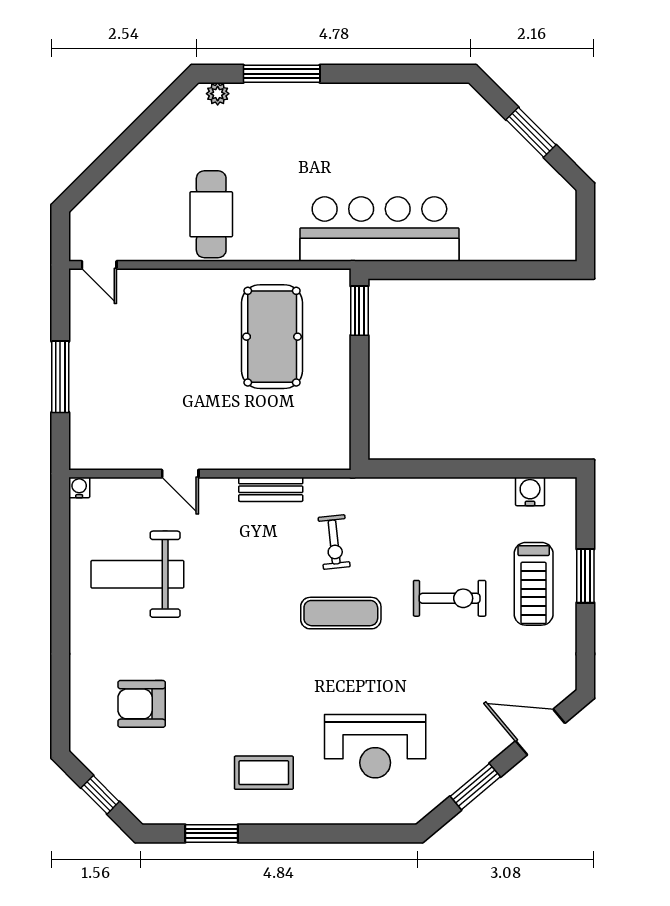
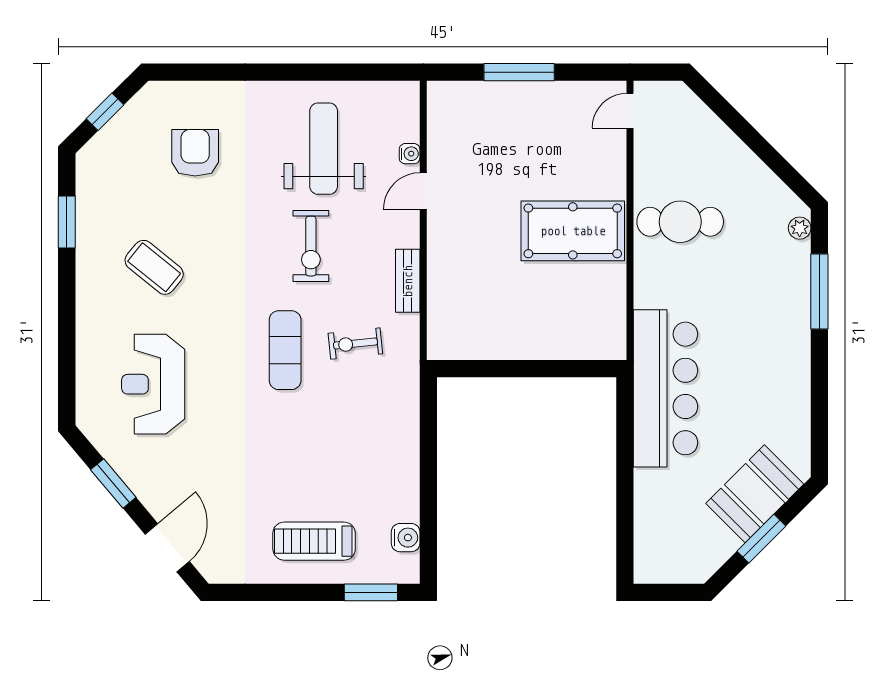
booth: (486, 139) -> (755, 494), added
window: (359, 311) -> (585, 369), removed
pool table: (272, 337) -> (573, 231), moved
water cooler: (79, 487) -> (410, 154), moved
window: (585, 576) -> (371, 592), moved
exercise bike: (450, 598) -> (311, 246), moved
coffee table: (264, 773) -> (154, 267), moved, turned -51

